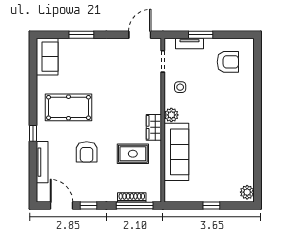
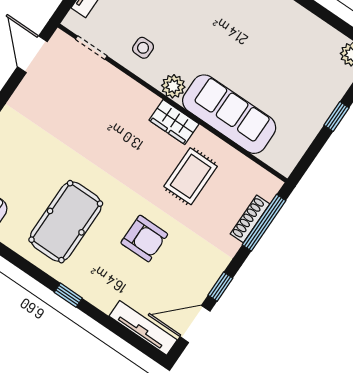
tv unit: (42, 162) -> (143, 328), moved

